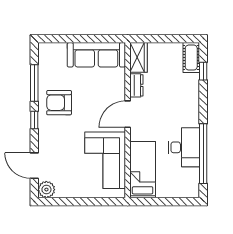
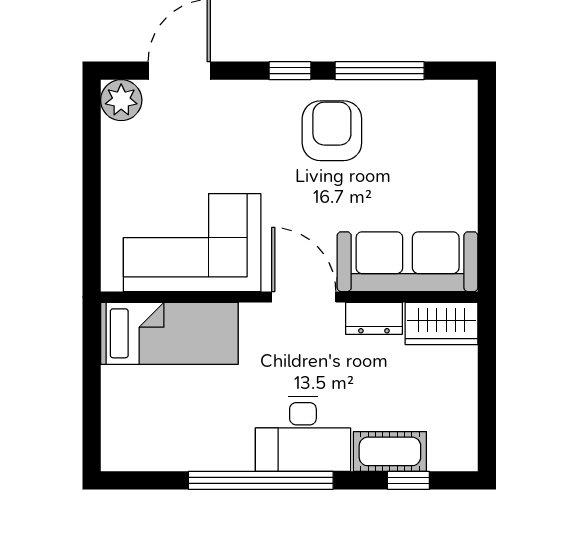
sofa: (96, 55) -> (408, 262), moved, turned 90
cot: (191, 58) -> (390, 451), moved
desk: (184, 147) -> (303, 434), moved
window: (203, 154) -> (261, 480), moved

